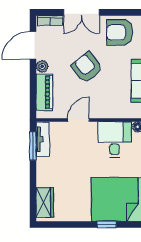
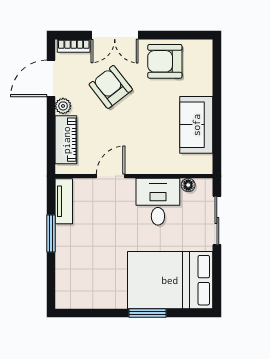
armchair: (87, 67) -> (111, 87), moved
window: (33, 146) -> (51, 234), moved
wardrobe: (45, 202) -> (66, 284), removed
window: (107, 224) -> (147, 313), width x1.50

